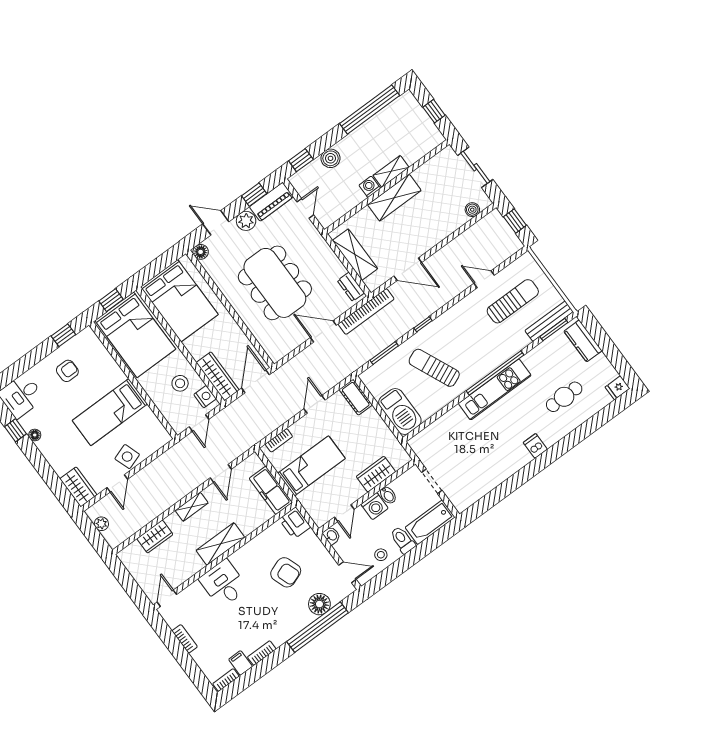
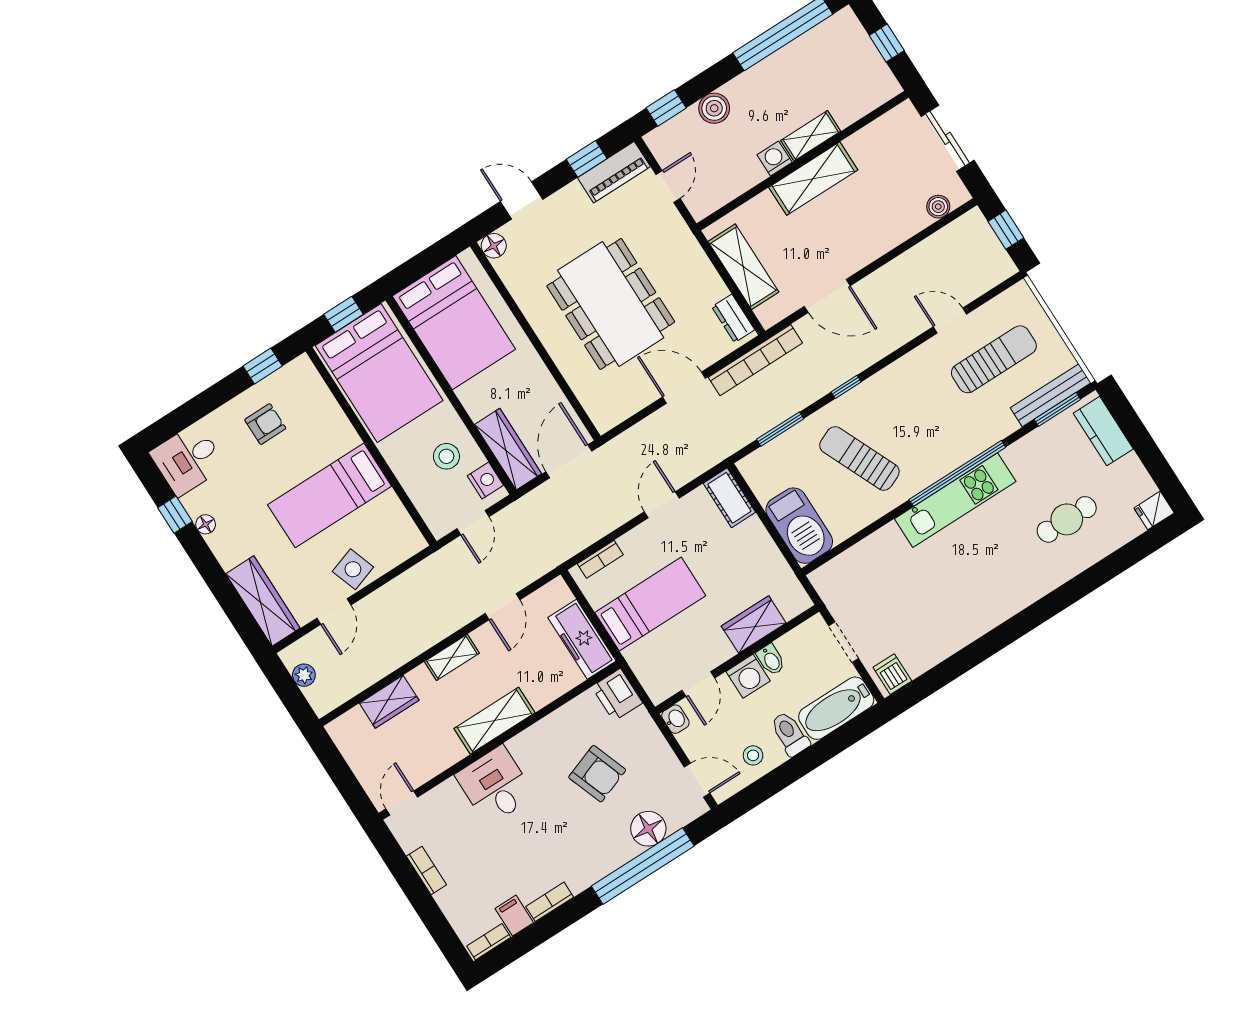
plant: (246, 221) -> (571, 200), removed
dishwasher: (535, 446) -> (892, 674), moved
wardrobe: (78, 487) -> (263, 601), width x1.50

